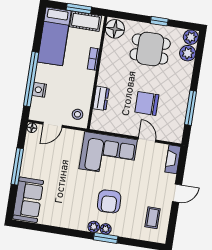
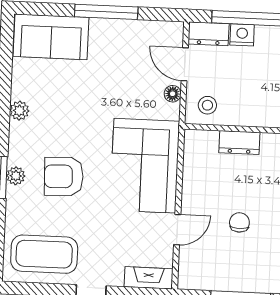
chair: (147, 103) -> (239, 222), width x0.54, depth x0.54
dresser: (37, 109) -> (209, 34), added
floor lamp: (32, 128) -> (173, 94), moved
coffee table: (153, 218) -> (44, 254), width x1.86, depth x1.72
plant: (94, 227) -> (19, 111), moved

